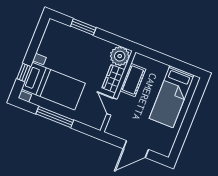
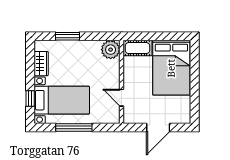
wardrobe: (113, 79) -> (41, 64), moved, turned 180
cot: (133, 80) -> (137, 48), moved, turned 90
bed: (171, 97) -> (171, 68), width x1.50

